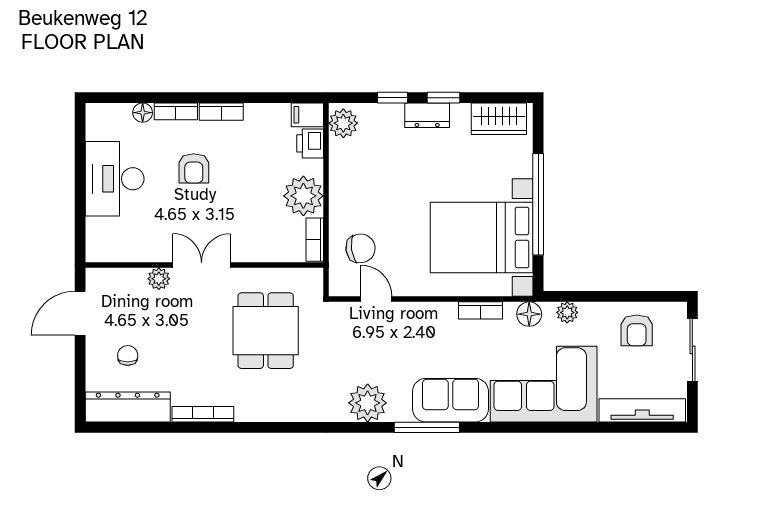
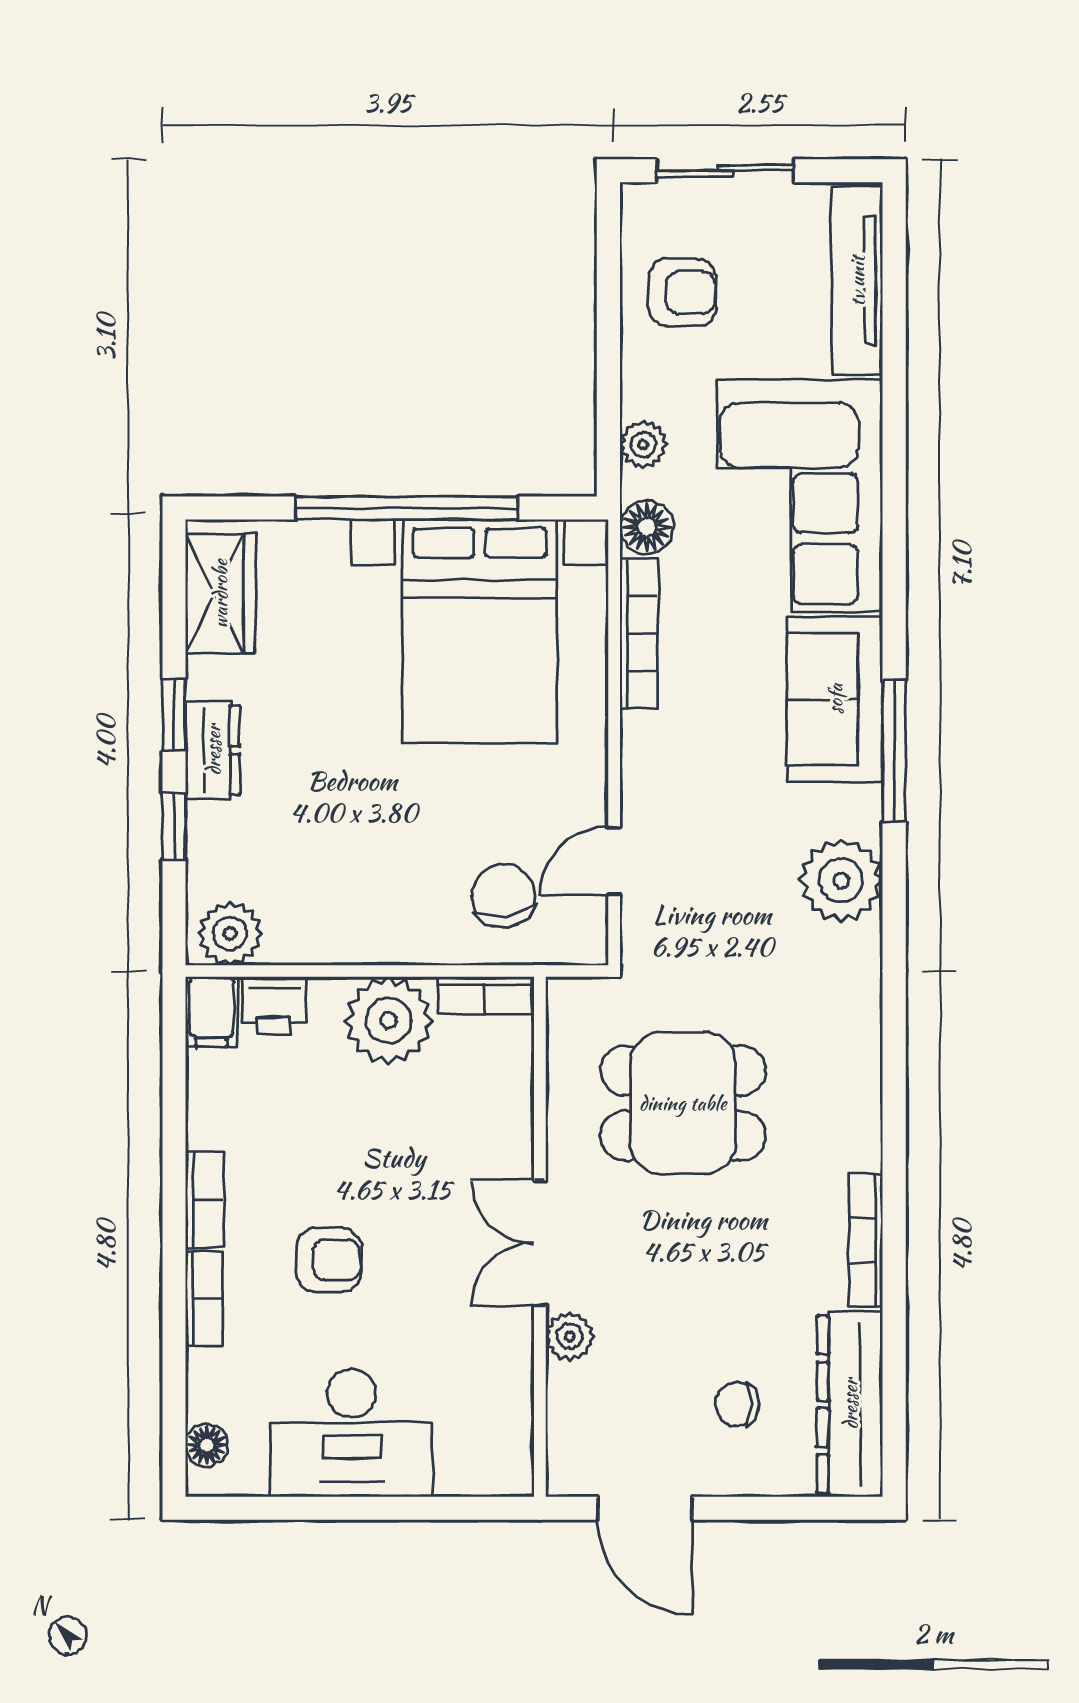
floor lamp: (143, 113) -> (207, 1445), moved
bookcase: (481, 310) -> (639, 634), width x1.56

